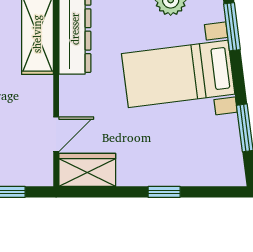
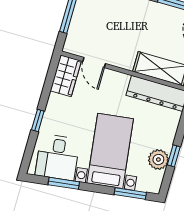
desk: (209, 148) -> (58, 157), added

